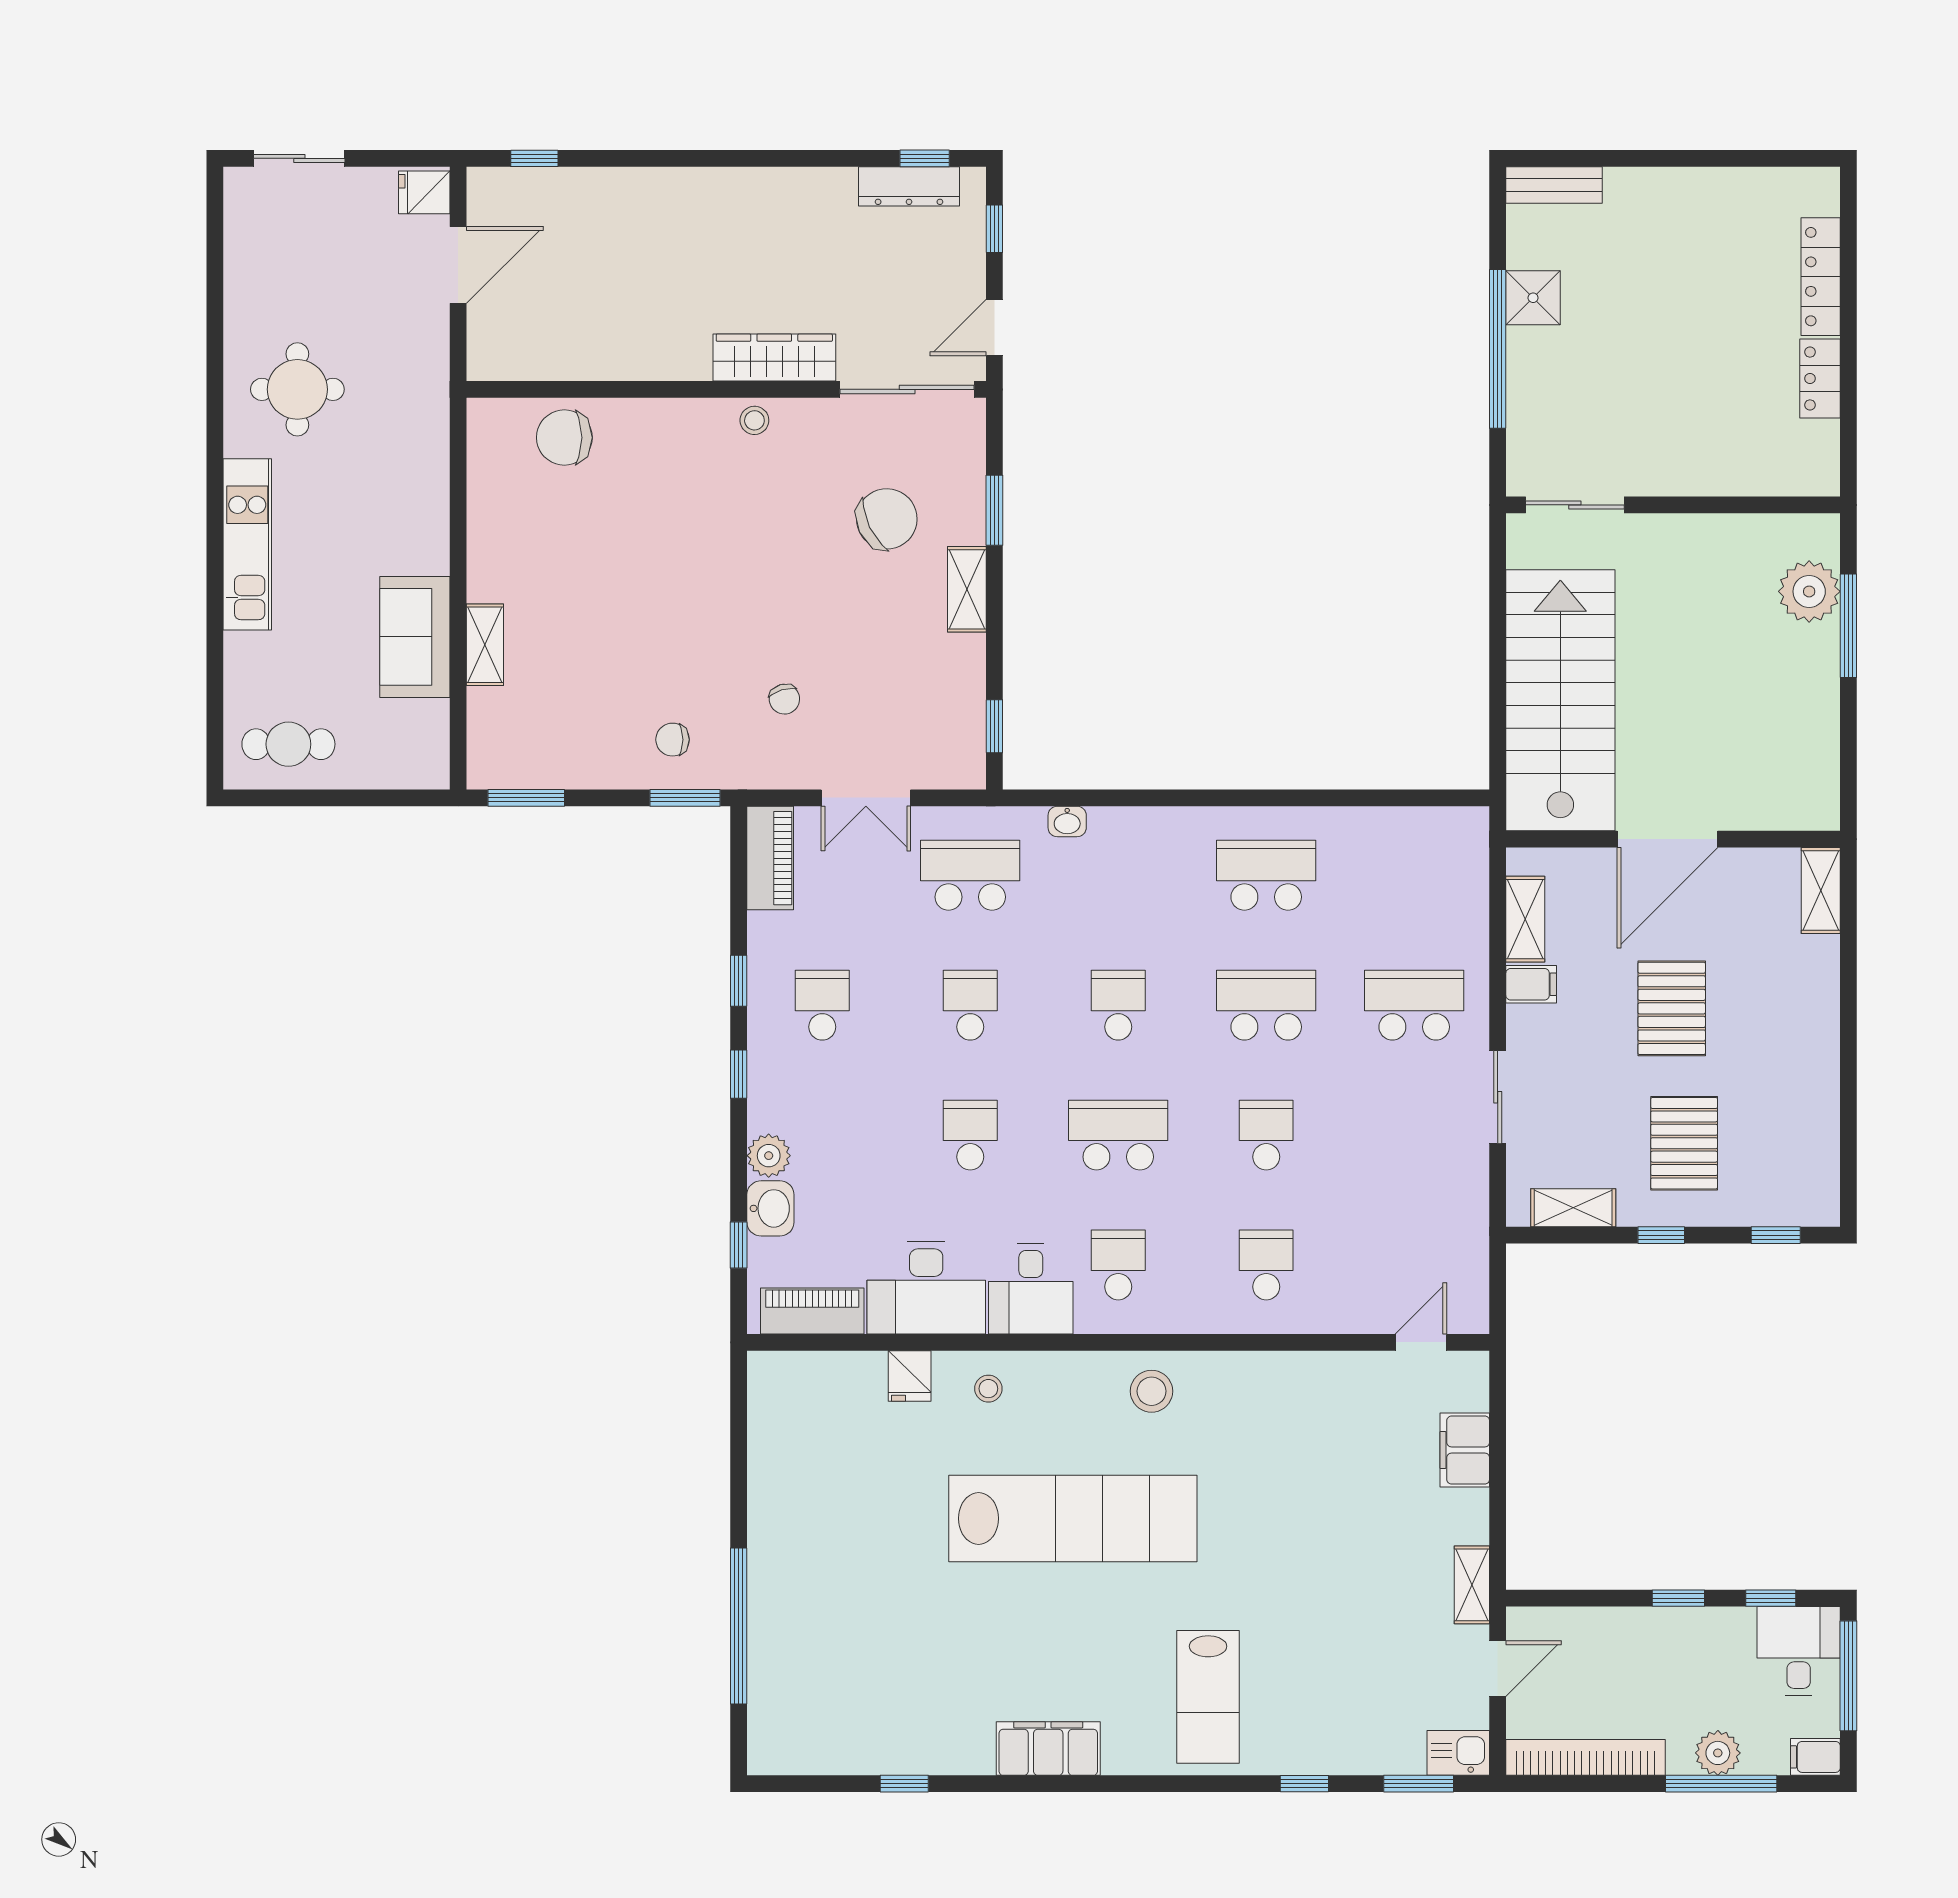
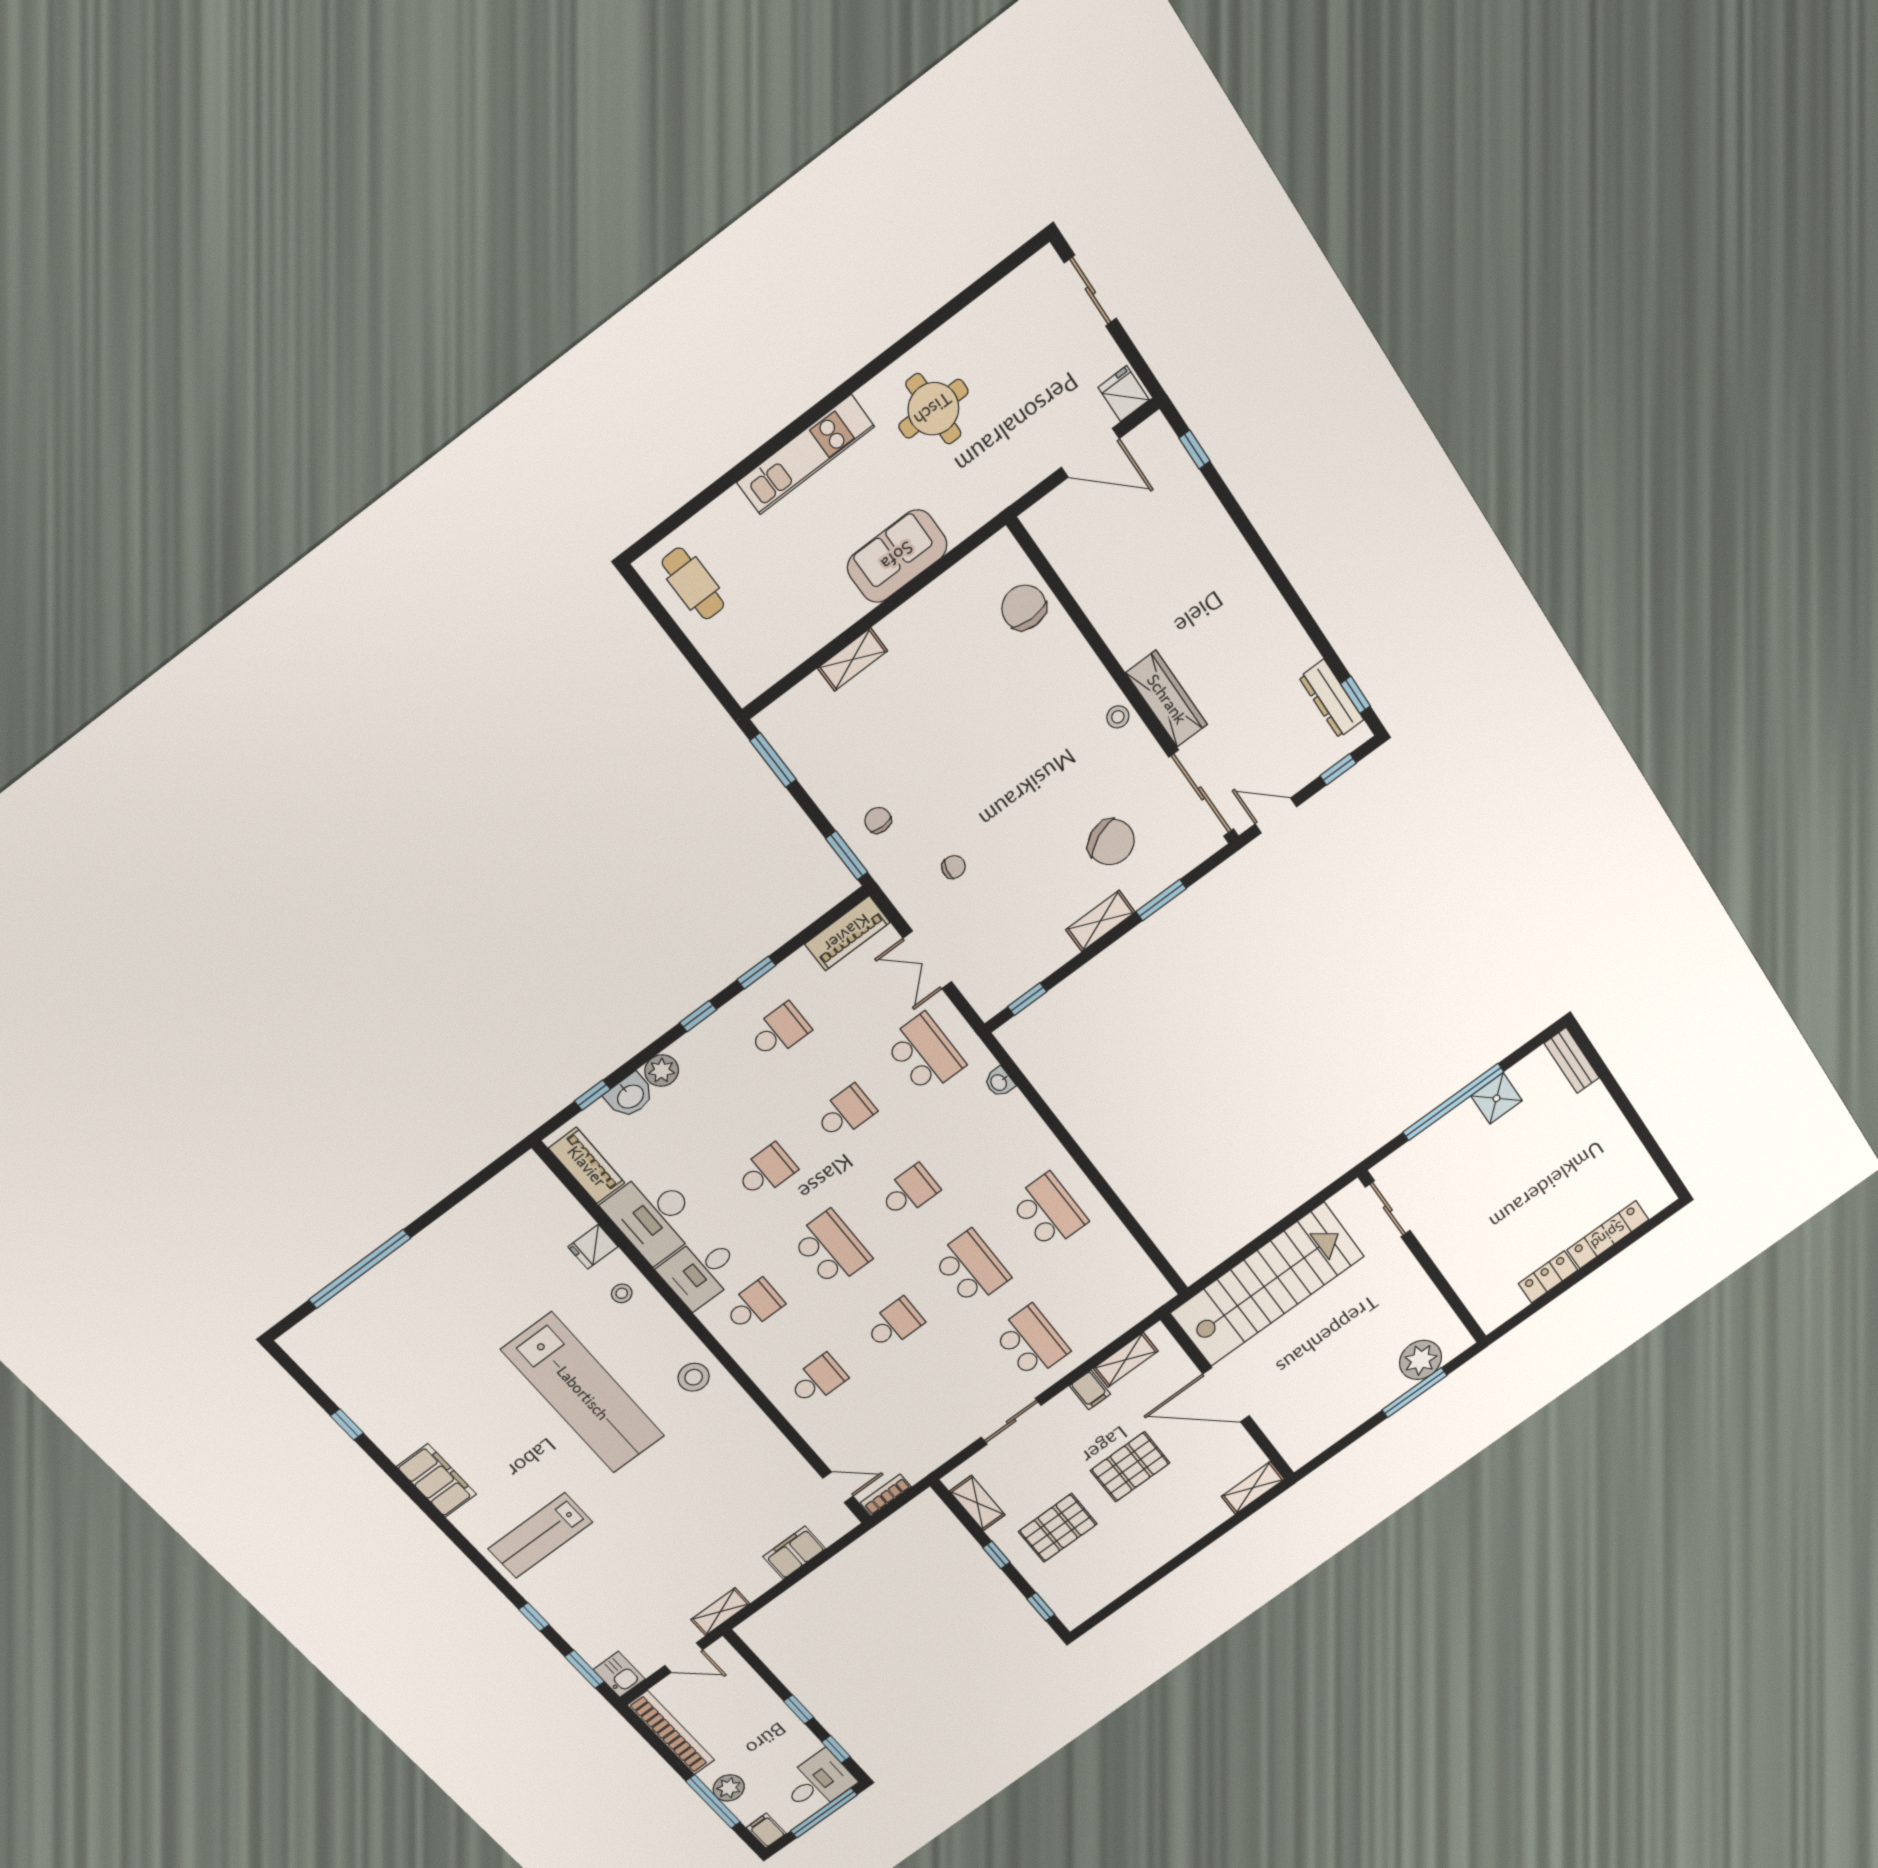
sofa: (415, 637) -> (897, 556), moved
chair: (784, 699) -> (954, 867), turned -152
bookcase: (1476, 1298) -> (886, 1495), added

